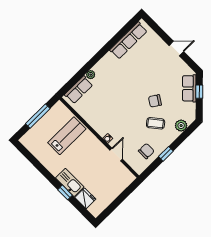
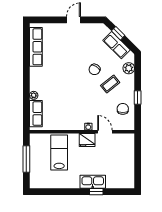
row of seats: (189, 88) -> (116, 45), moved
fridge: (85, 198) -> (87, 140), moved, turned 180

